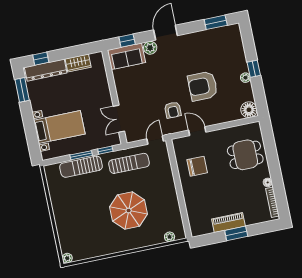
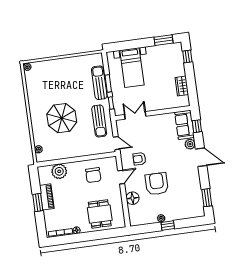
dresser: (46, 70) -> (178, 60), removed
floor lamp: (249, 110) -> (133, 198), moved
plant: (195, 209) -> (59, 171), added

